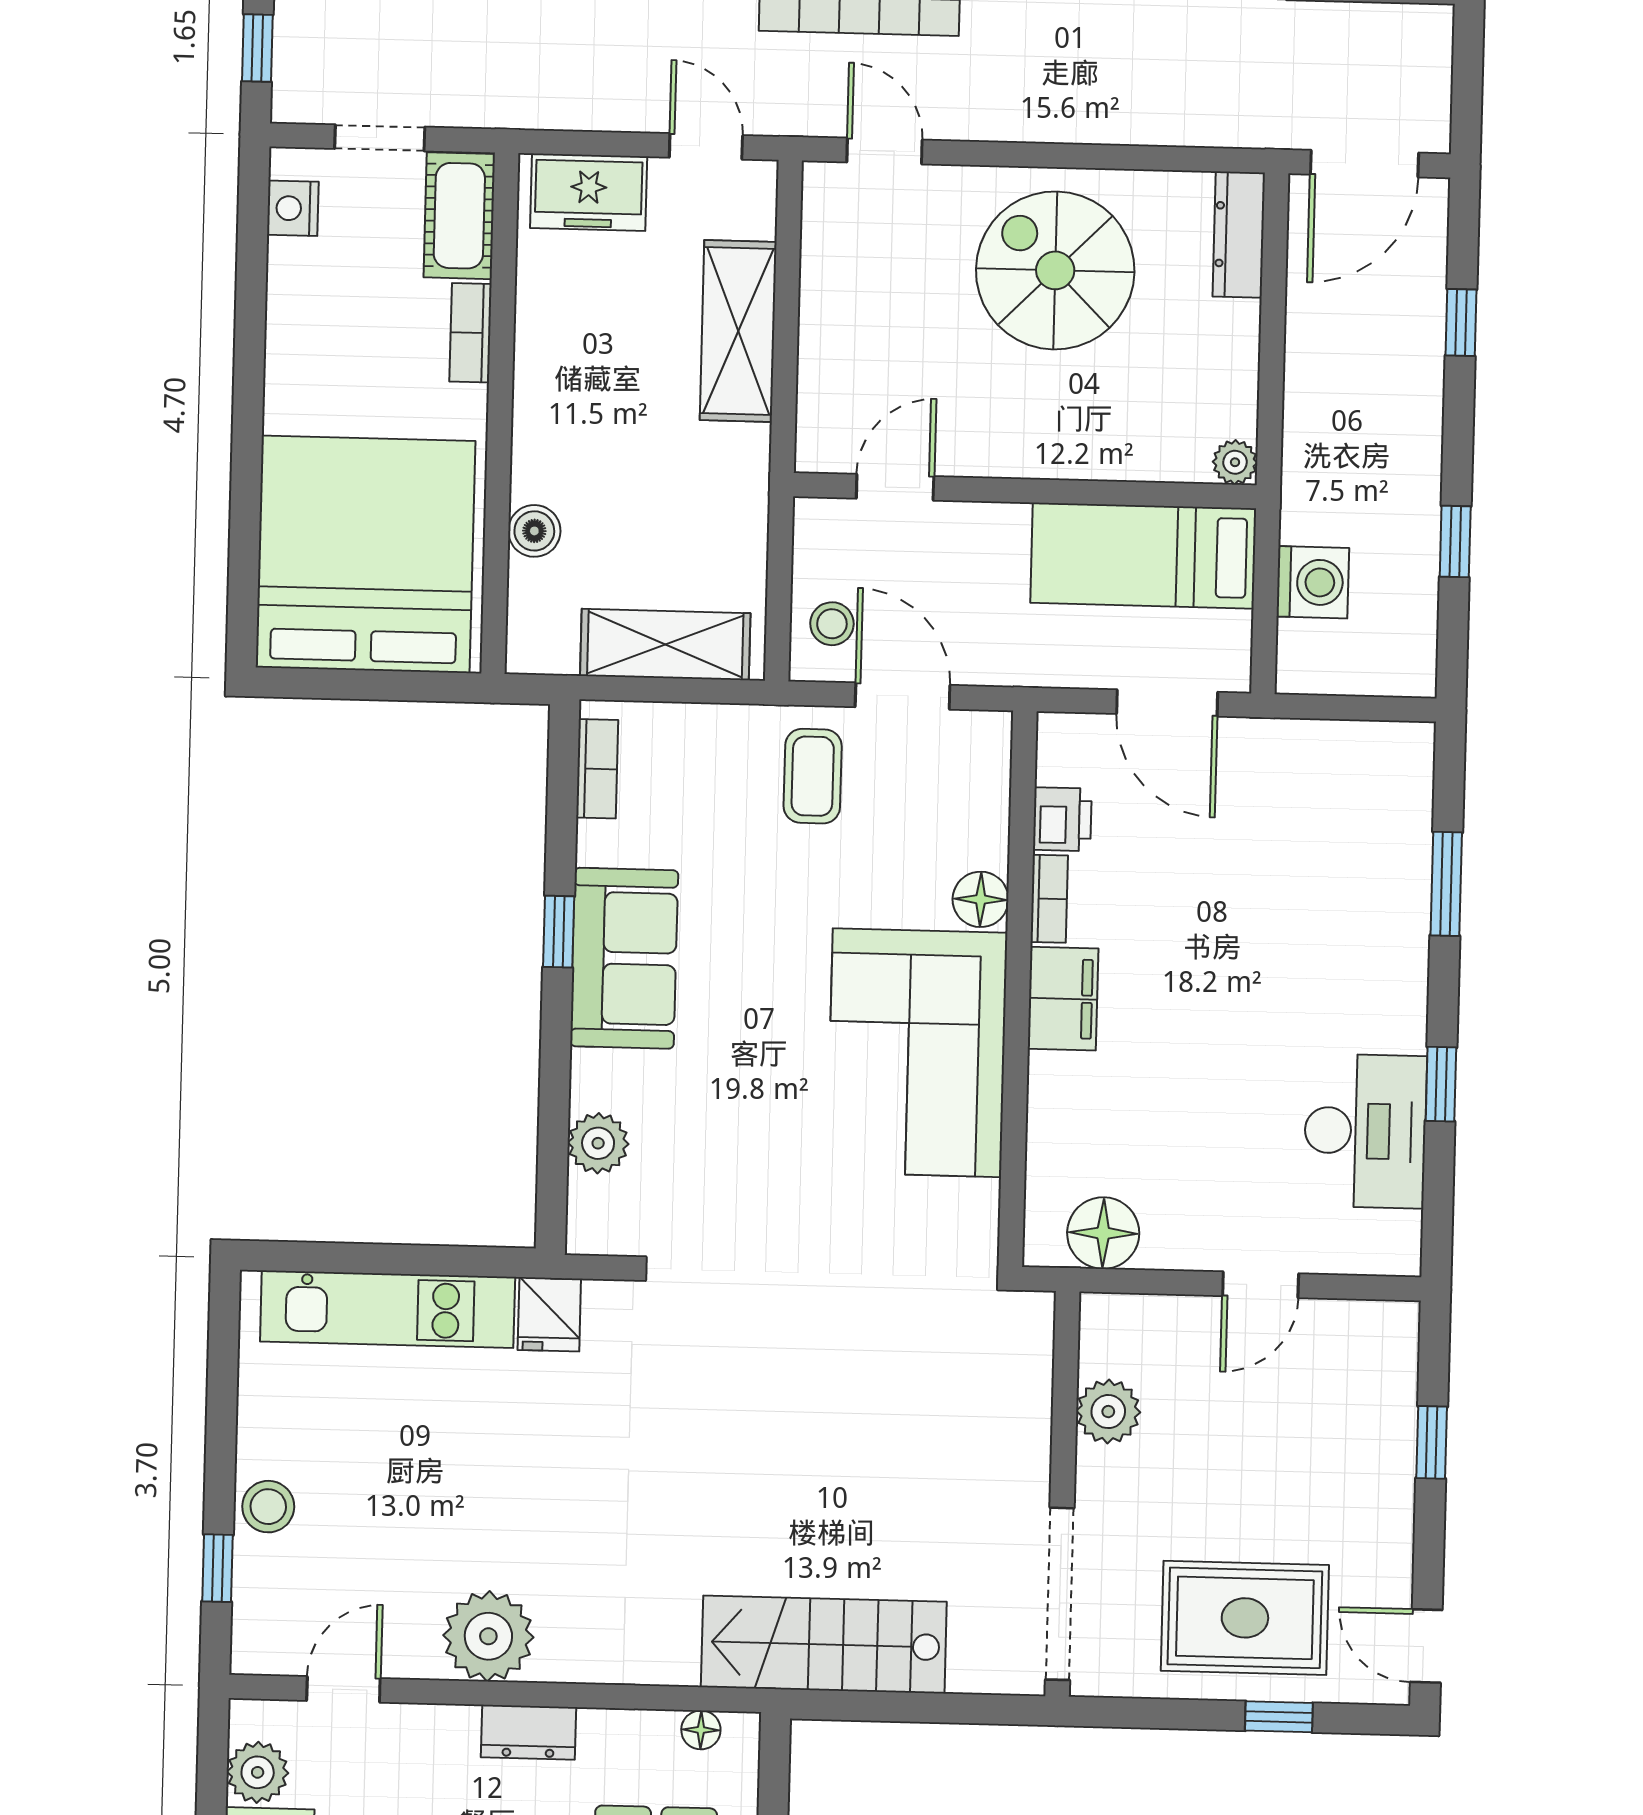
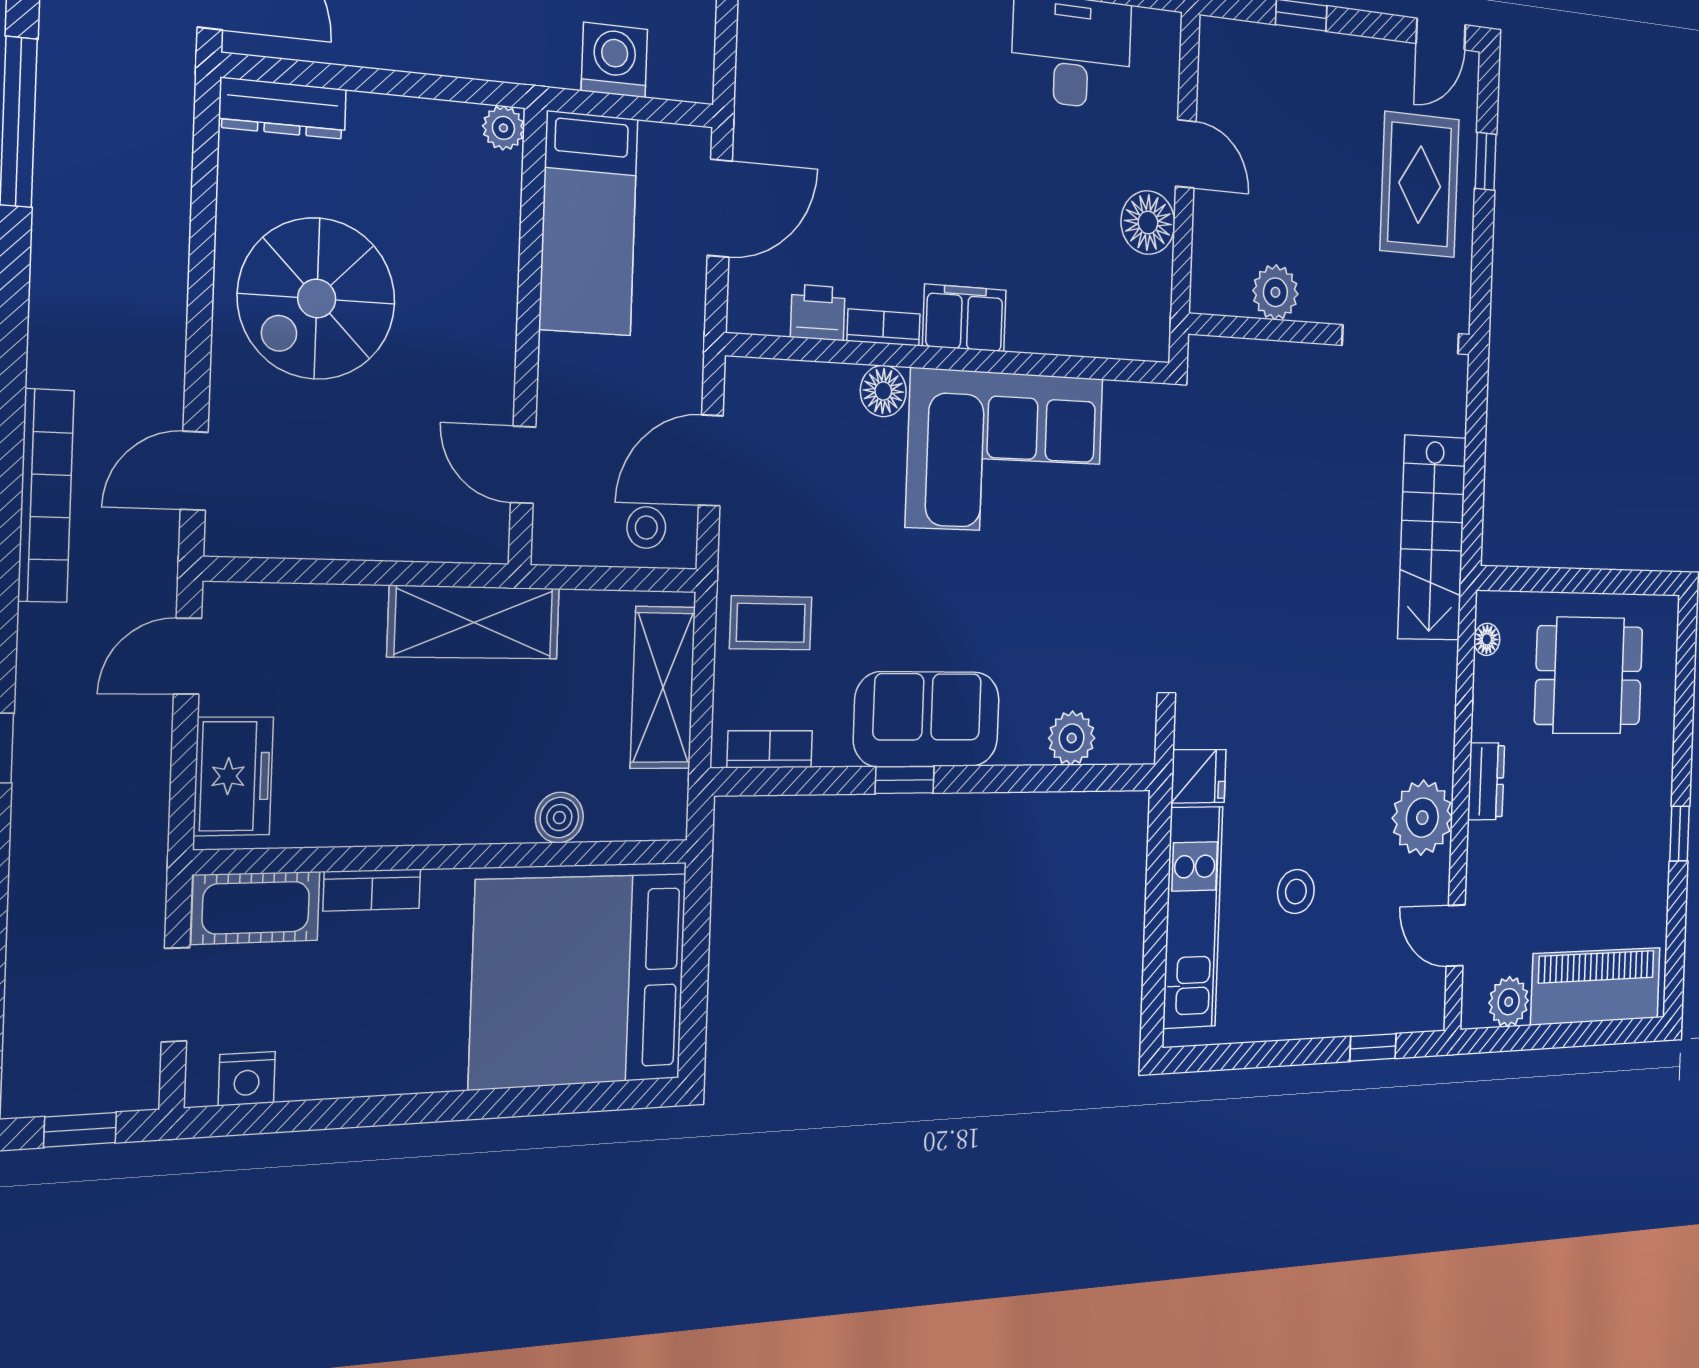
shelving: (738, 331) -> (474, 622), moved
coffee table: (813, 776) -> (771, 623), moved
floor lamp: (1103, 1233) -> (1148, 223), moved
stool: (268, 1507) -> (1296, 892), moved

